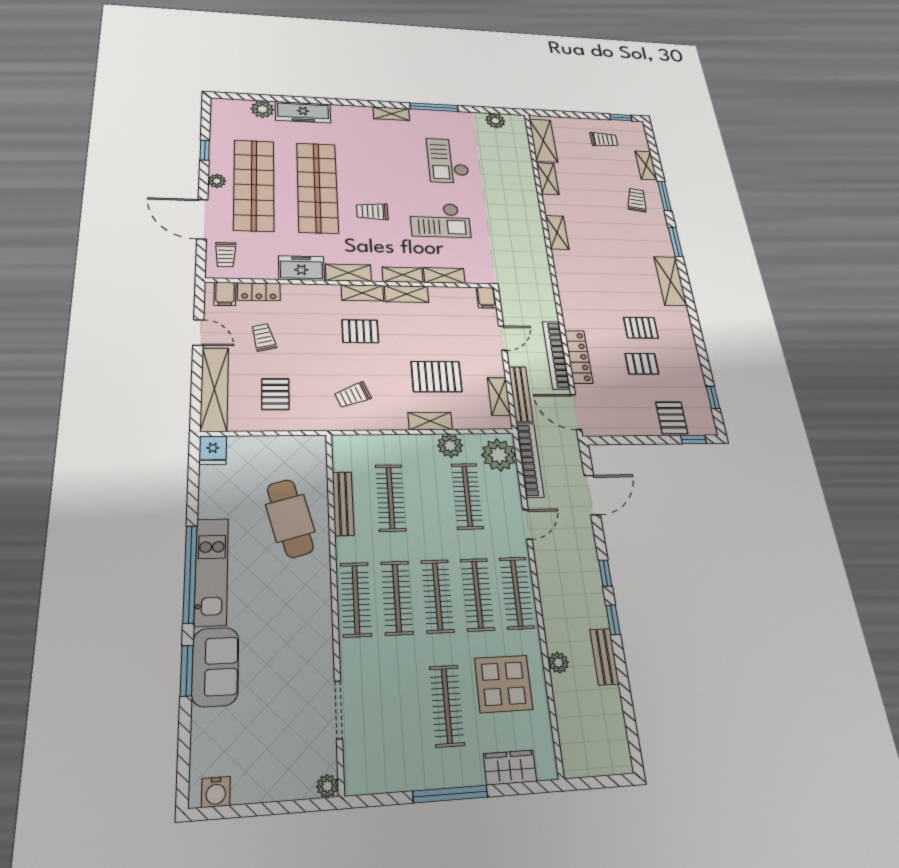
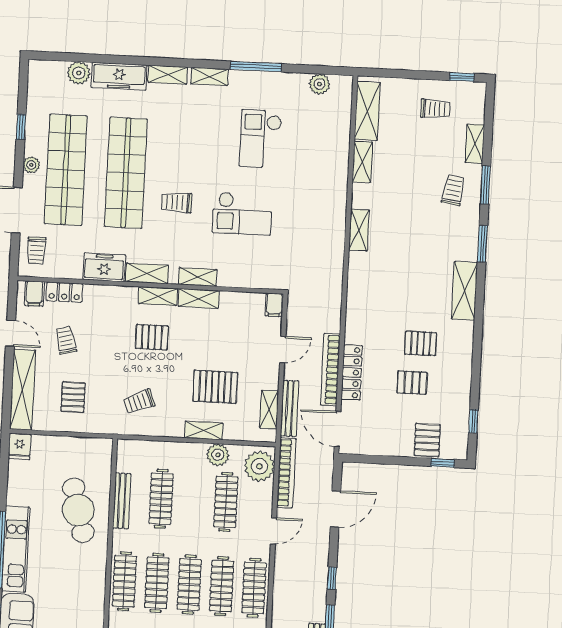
shelving: (444, 275) -> (168, 75), moved

